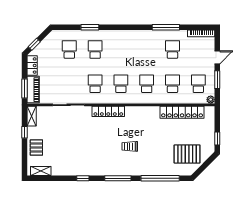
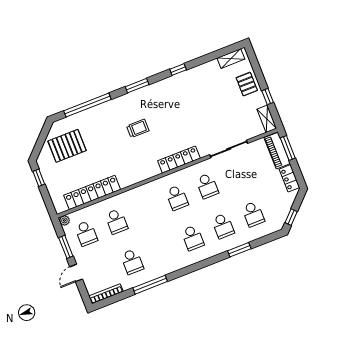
window: (34, 44) -> (291, 217), moved
school desk: (147, 84) -> (193, 238), moved
window: (118, 178) -> (137, 86), width x0.69

